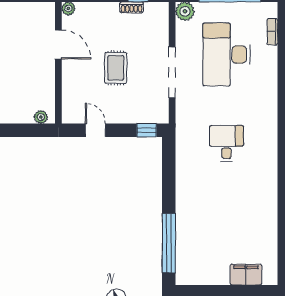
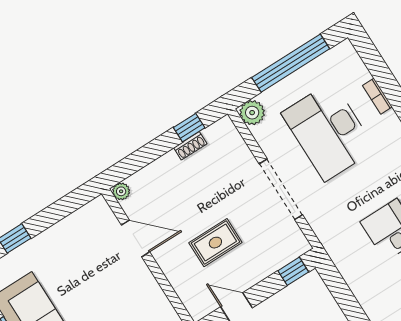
bookcase: (272, 32) -> (377, 96), moved
rug: (116, 68) -> (215, 243), moved, turned 90

